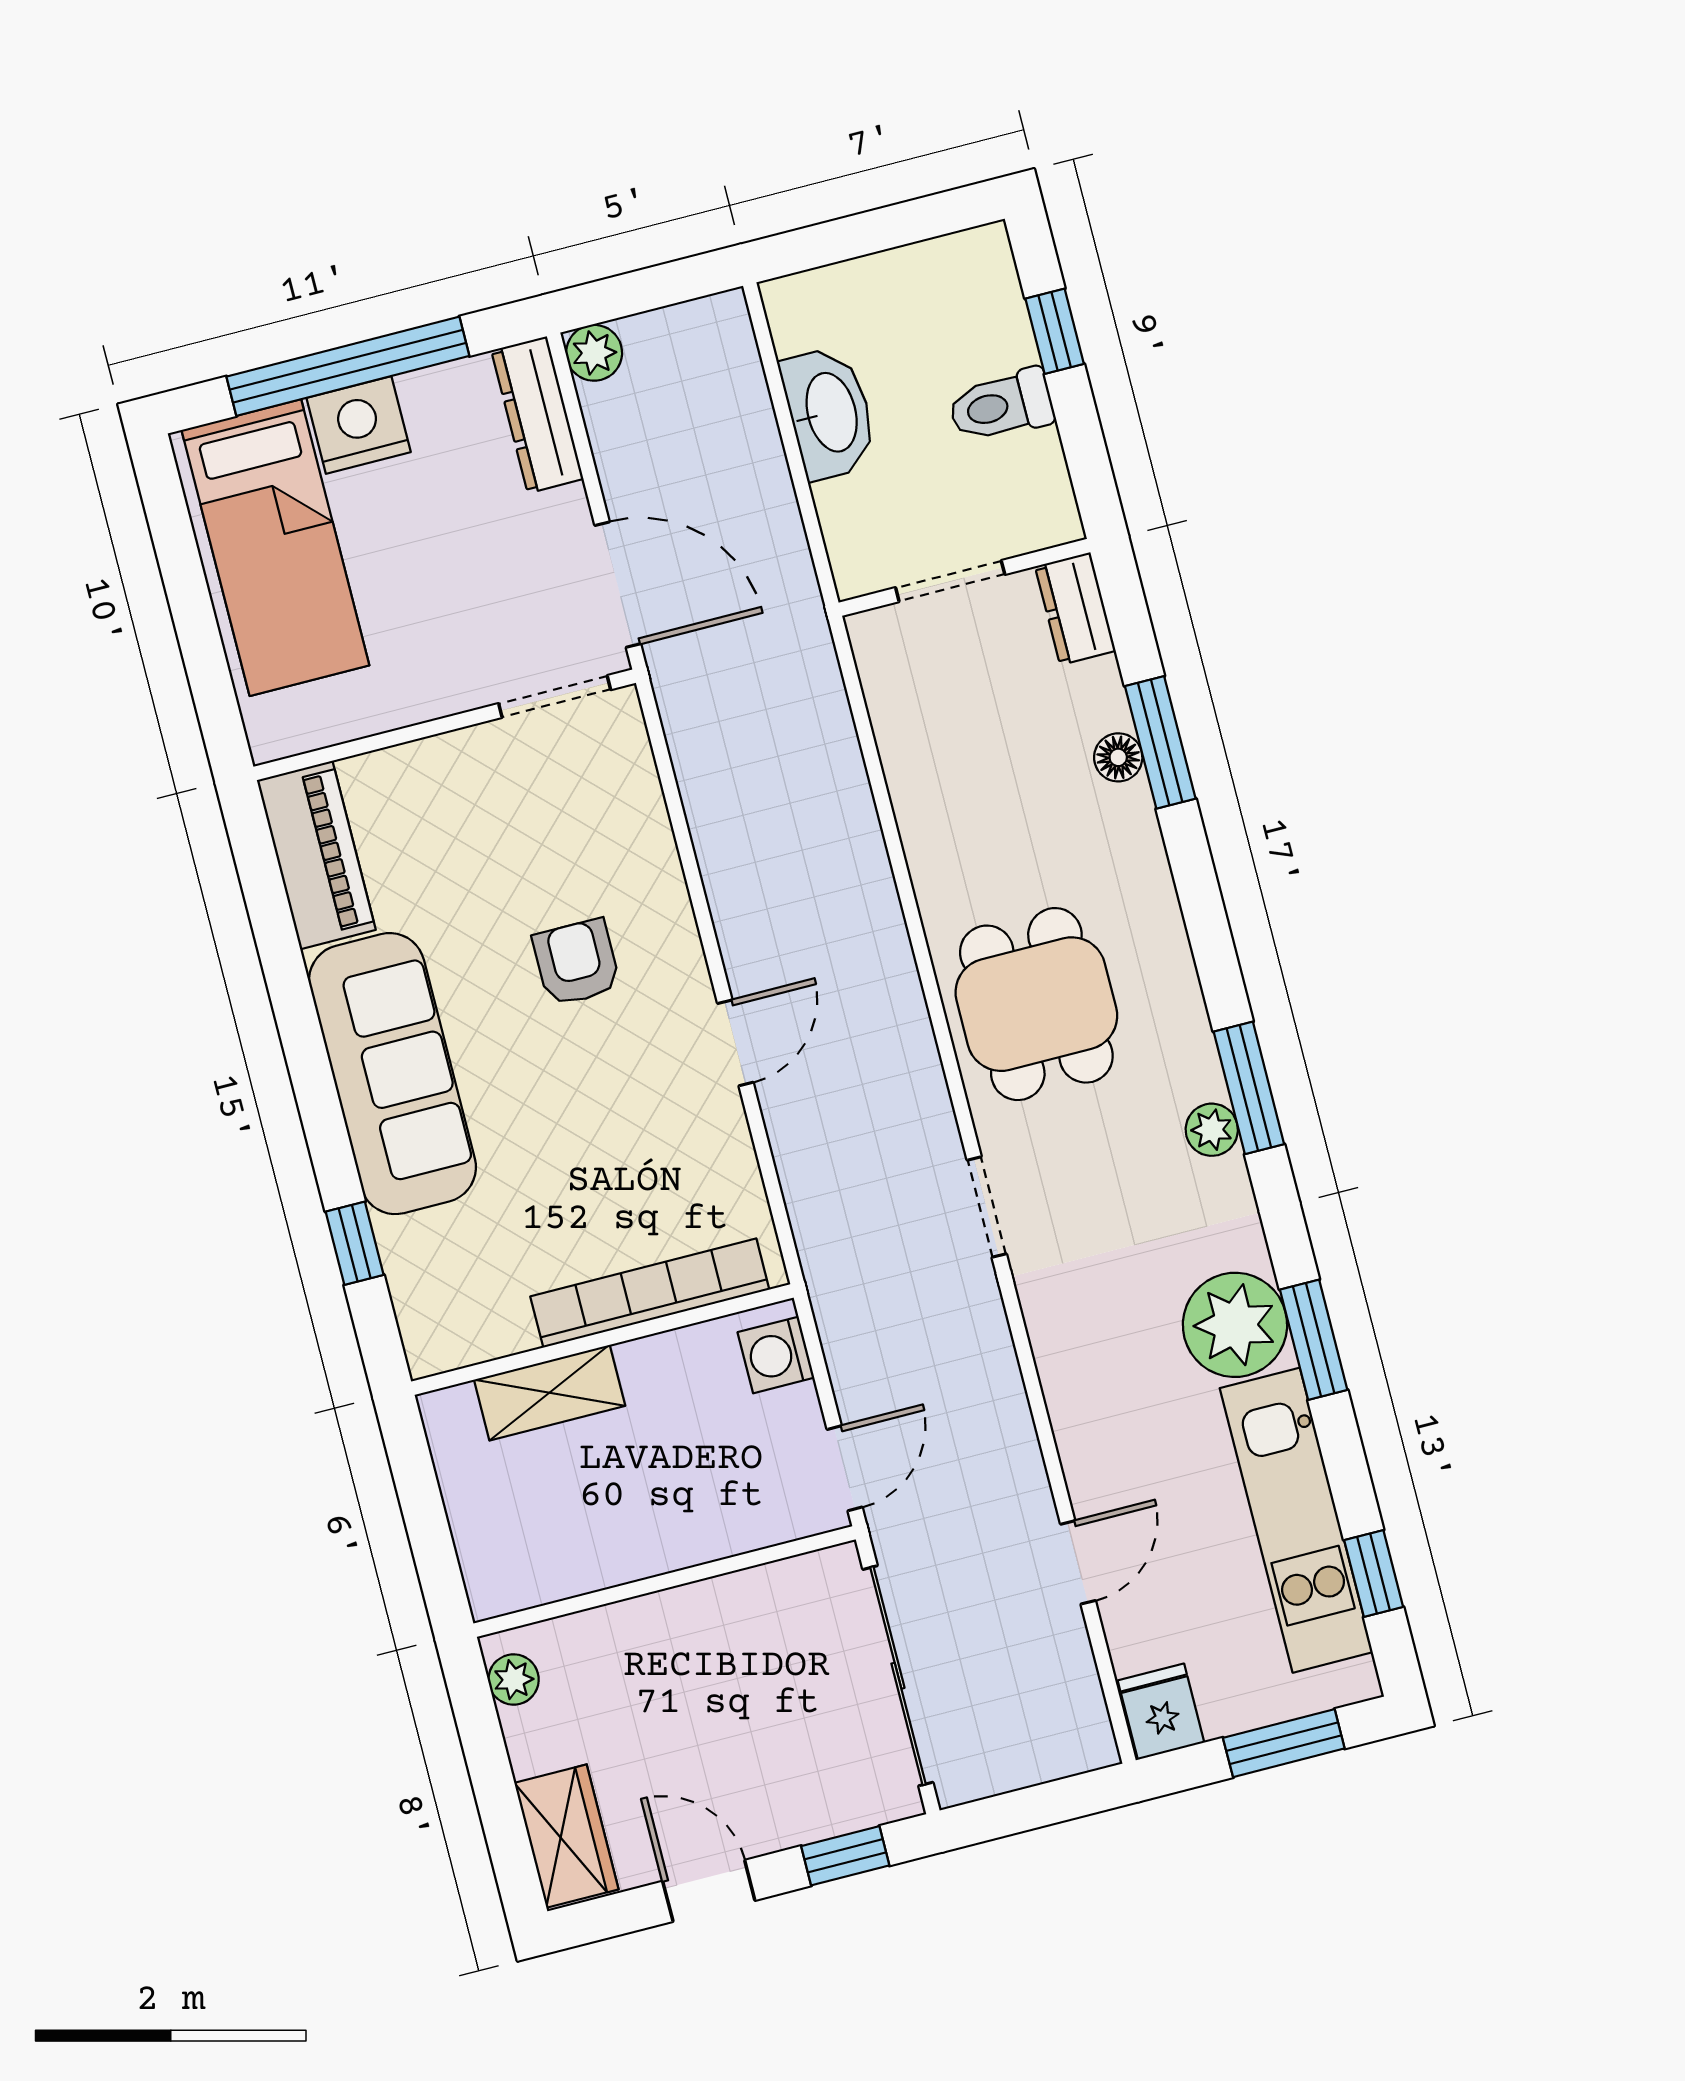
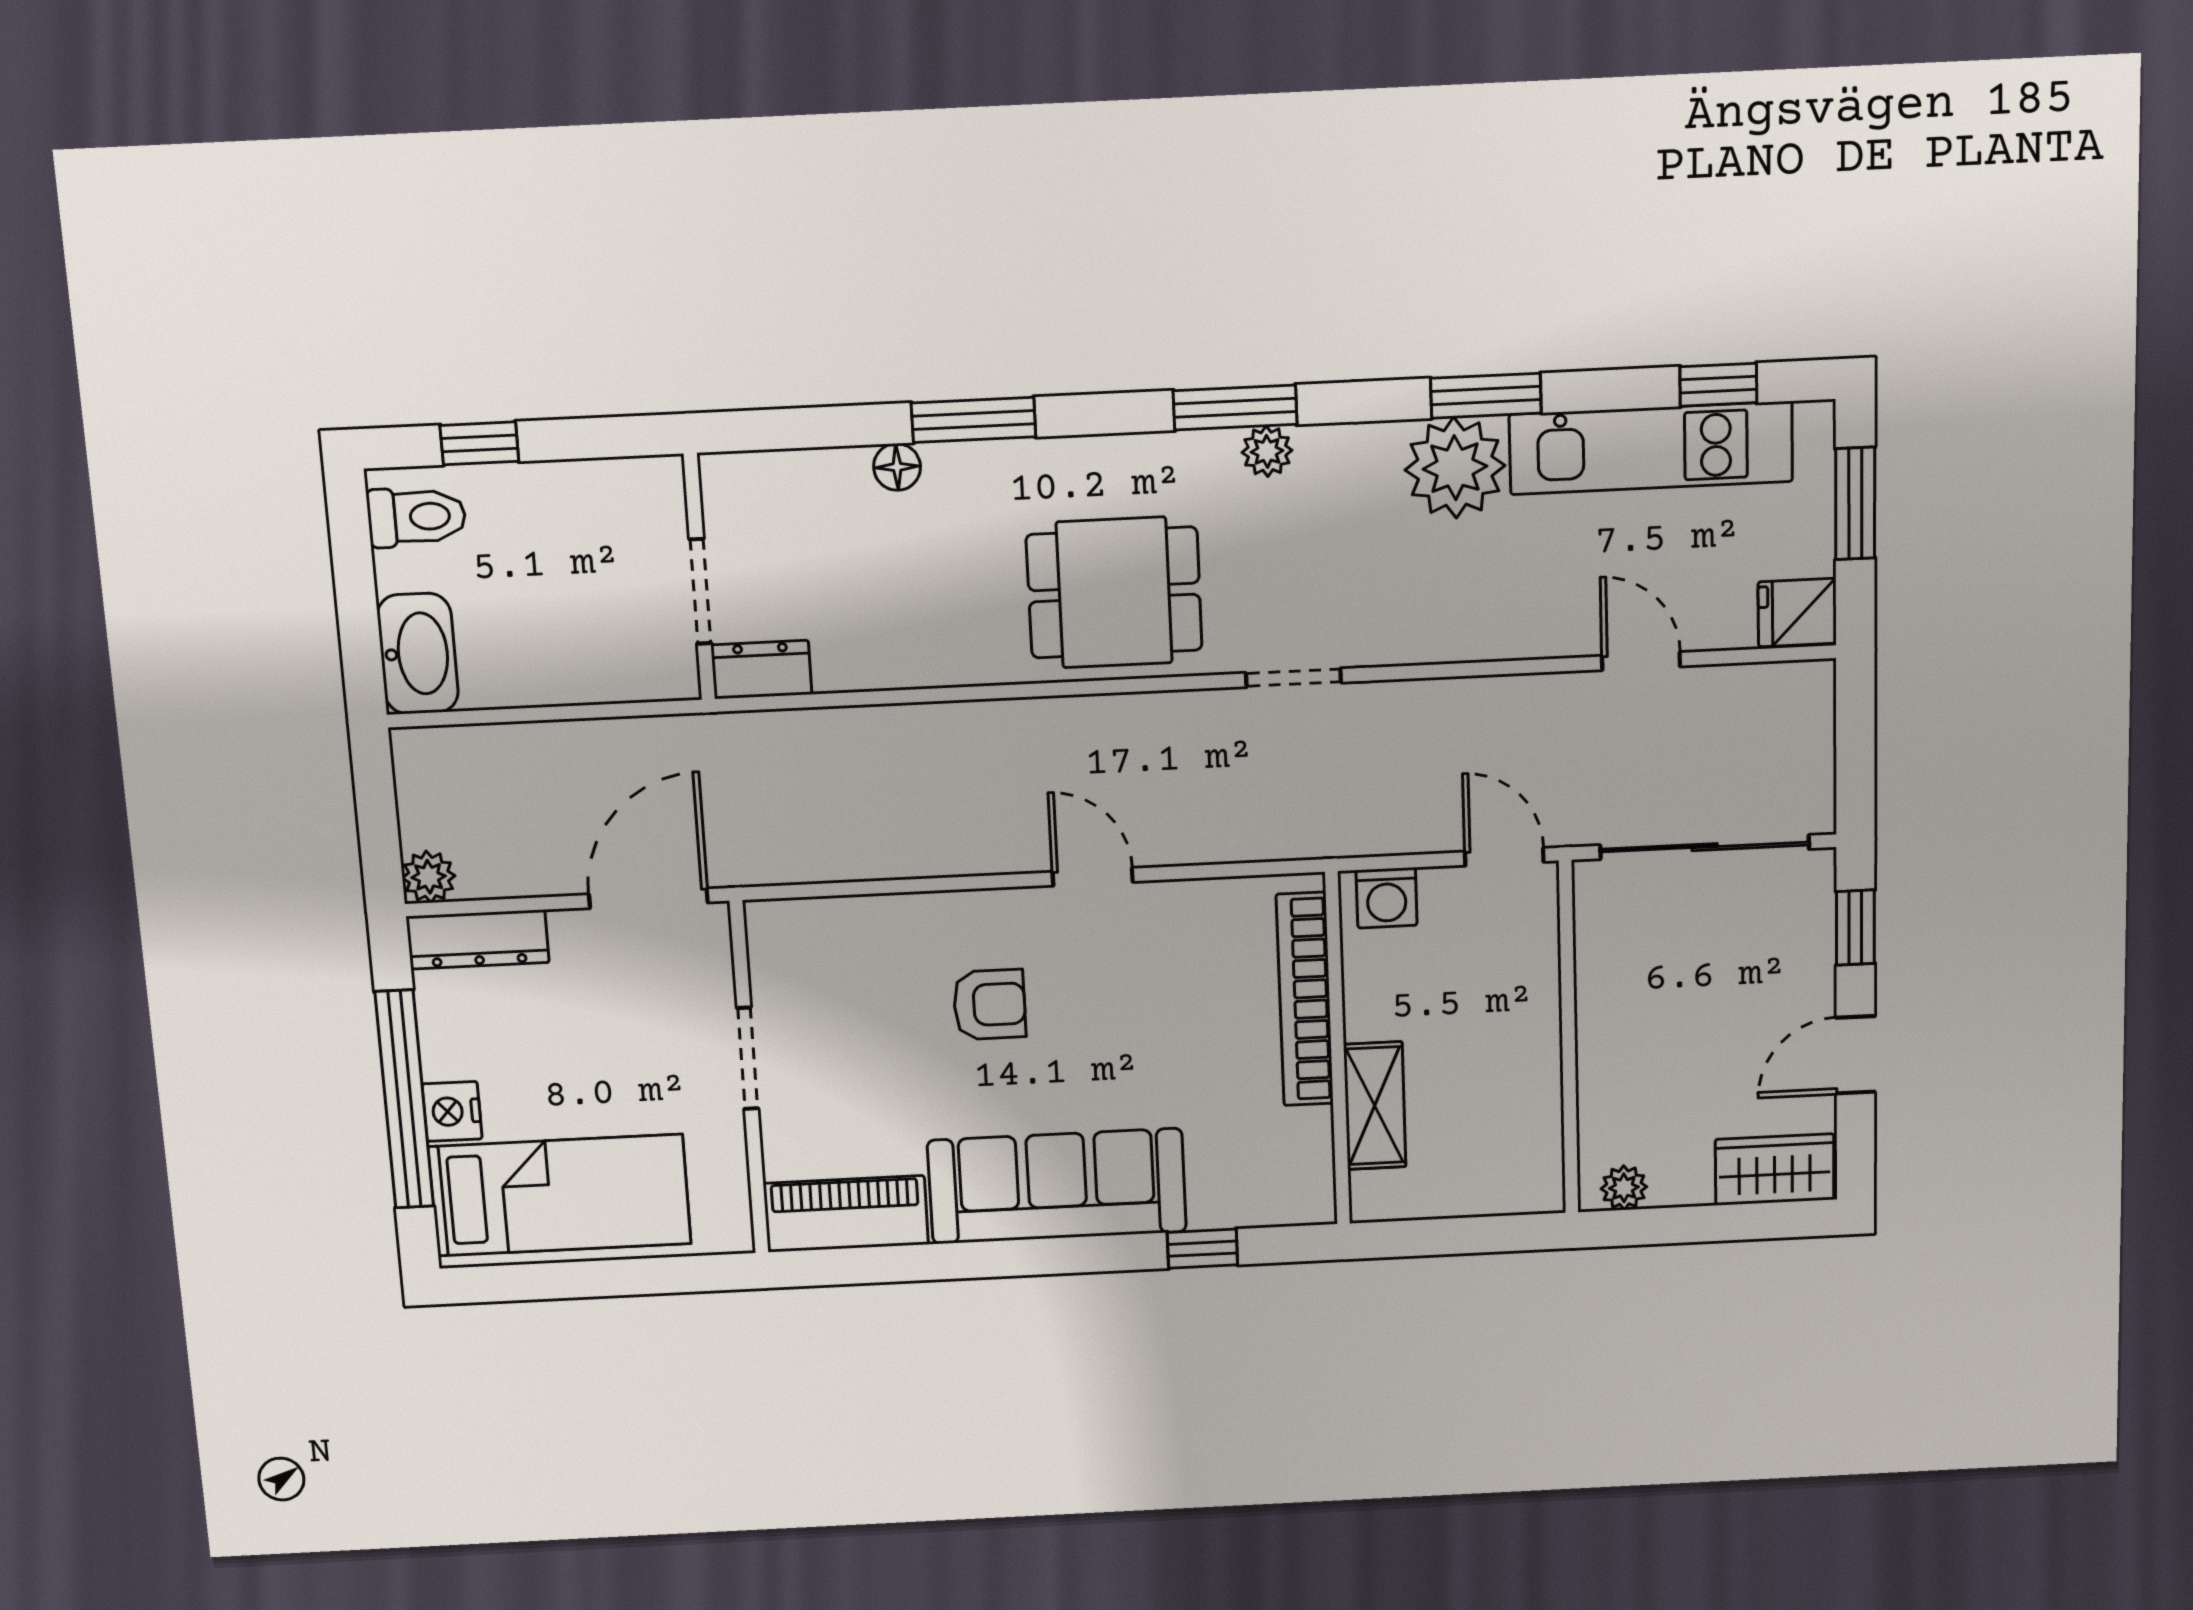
toilet: (1001, 406) -> (416, 517), moved, turned -90
washbasin: (829, 413) -> (418, 654), moved, turned 90
nightstand: (359, 425) -> (452, 1111), width x0.74, depth x0.75
dresser: (1075, 609) -> (761, 670), moved, turned 180
doorway: (555, 697) -> (748, 1058), moved
window: (1160, 742) -> (974, 420), moved
armchair: (576, 962) -> (989, 1005), turned 180

